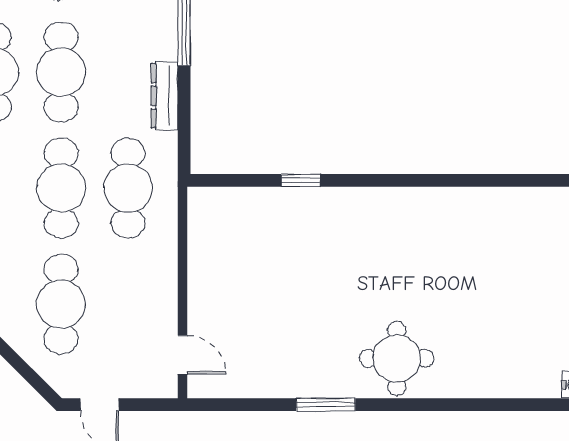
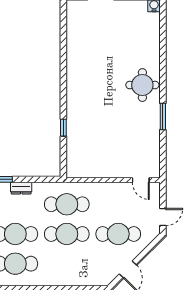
dresser: (165, 96) -> (21, 188), width x0.70
door: (183, 355) -> (141, 180), swing flipped

